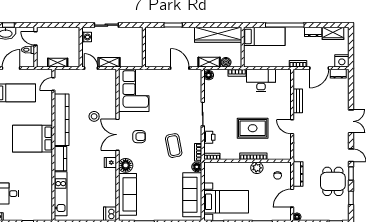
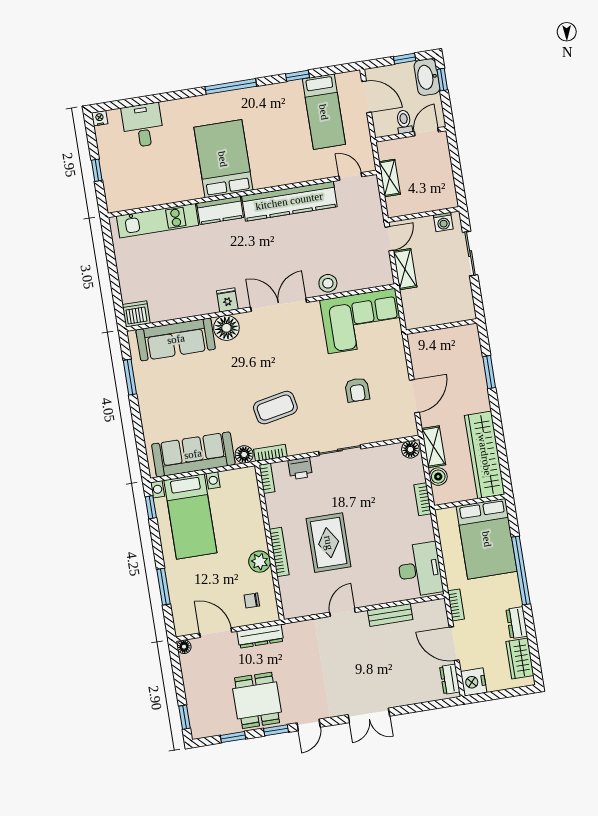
bed: (264, 36) -> (487, 539), width x1.50
desk: (261, 81) -> (420, 569), moved
stool: (94, 116) -> (328, 283), moved
armchair: (139, 137) -> (357, 390), moved
bed: (32, 139) -> (223, 159), moved
dining table: (333, 181) -> (257, 700), turned 90

